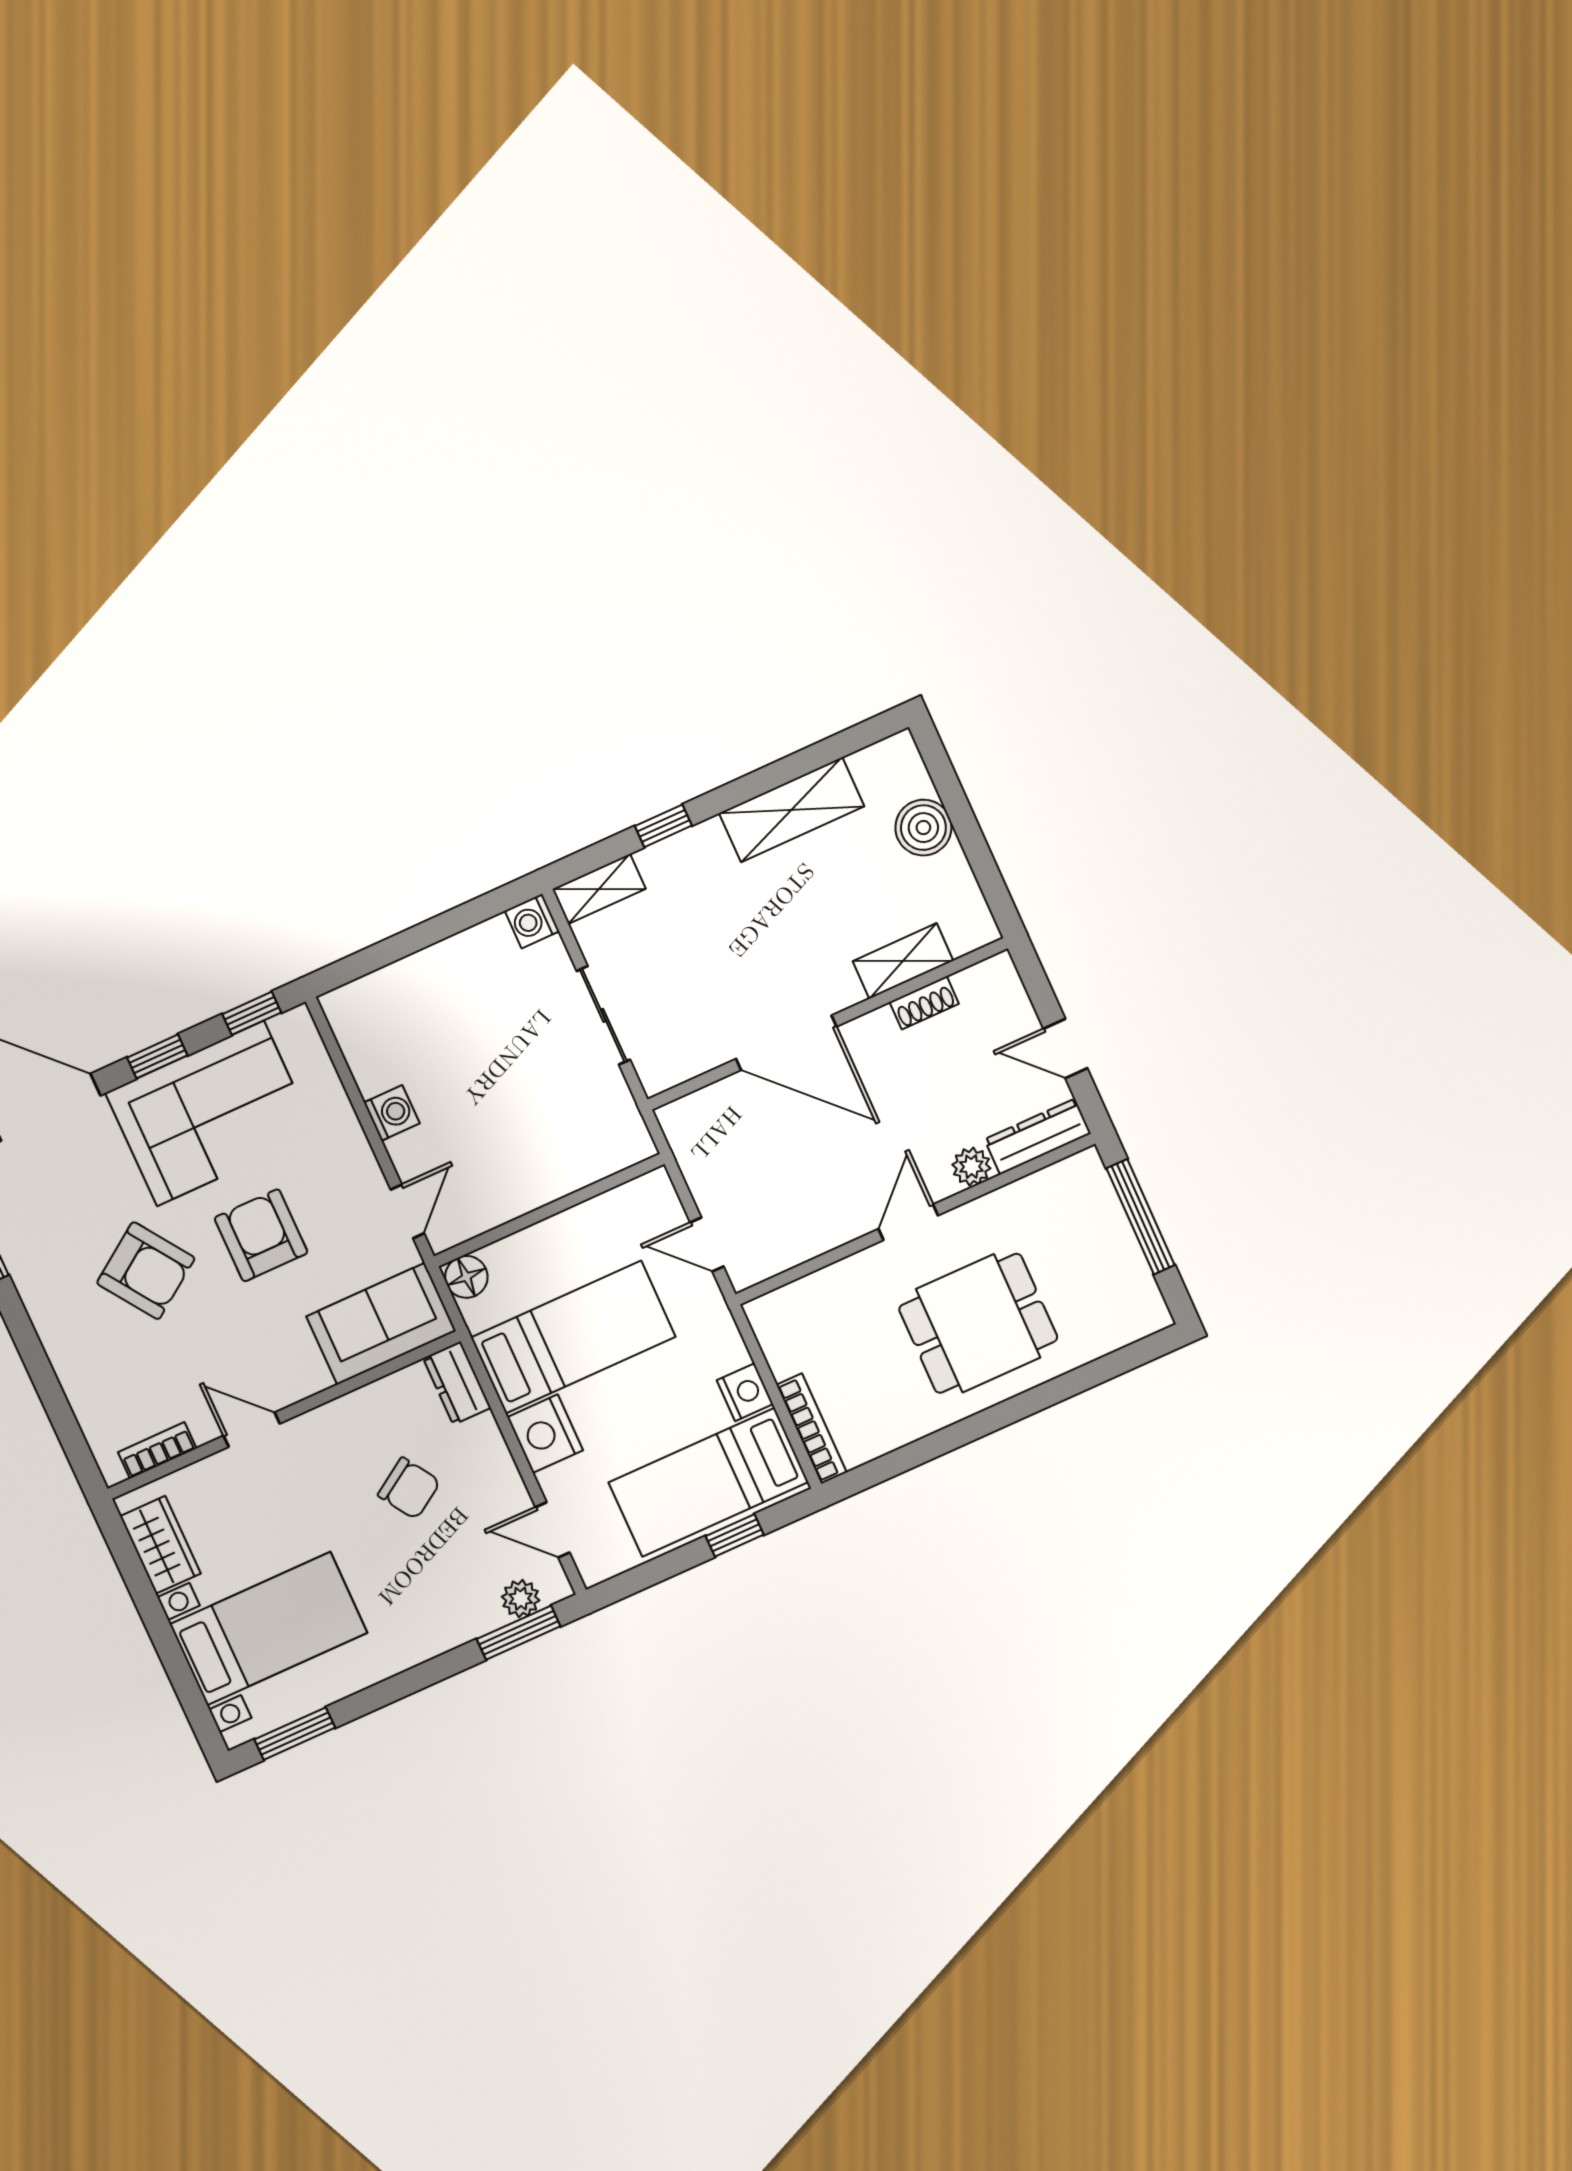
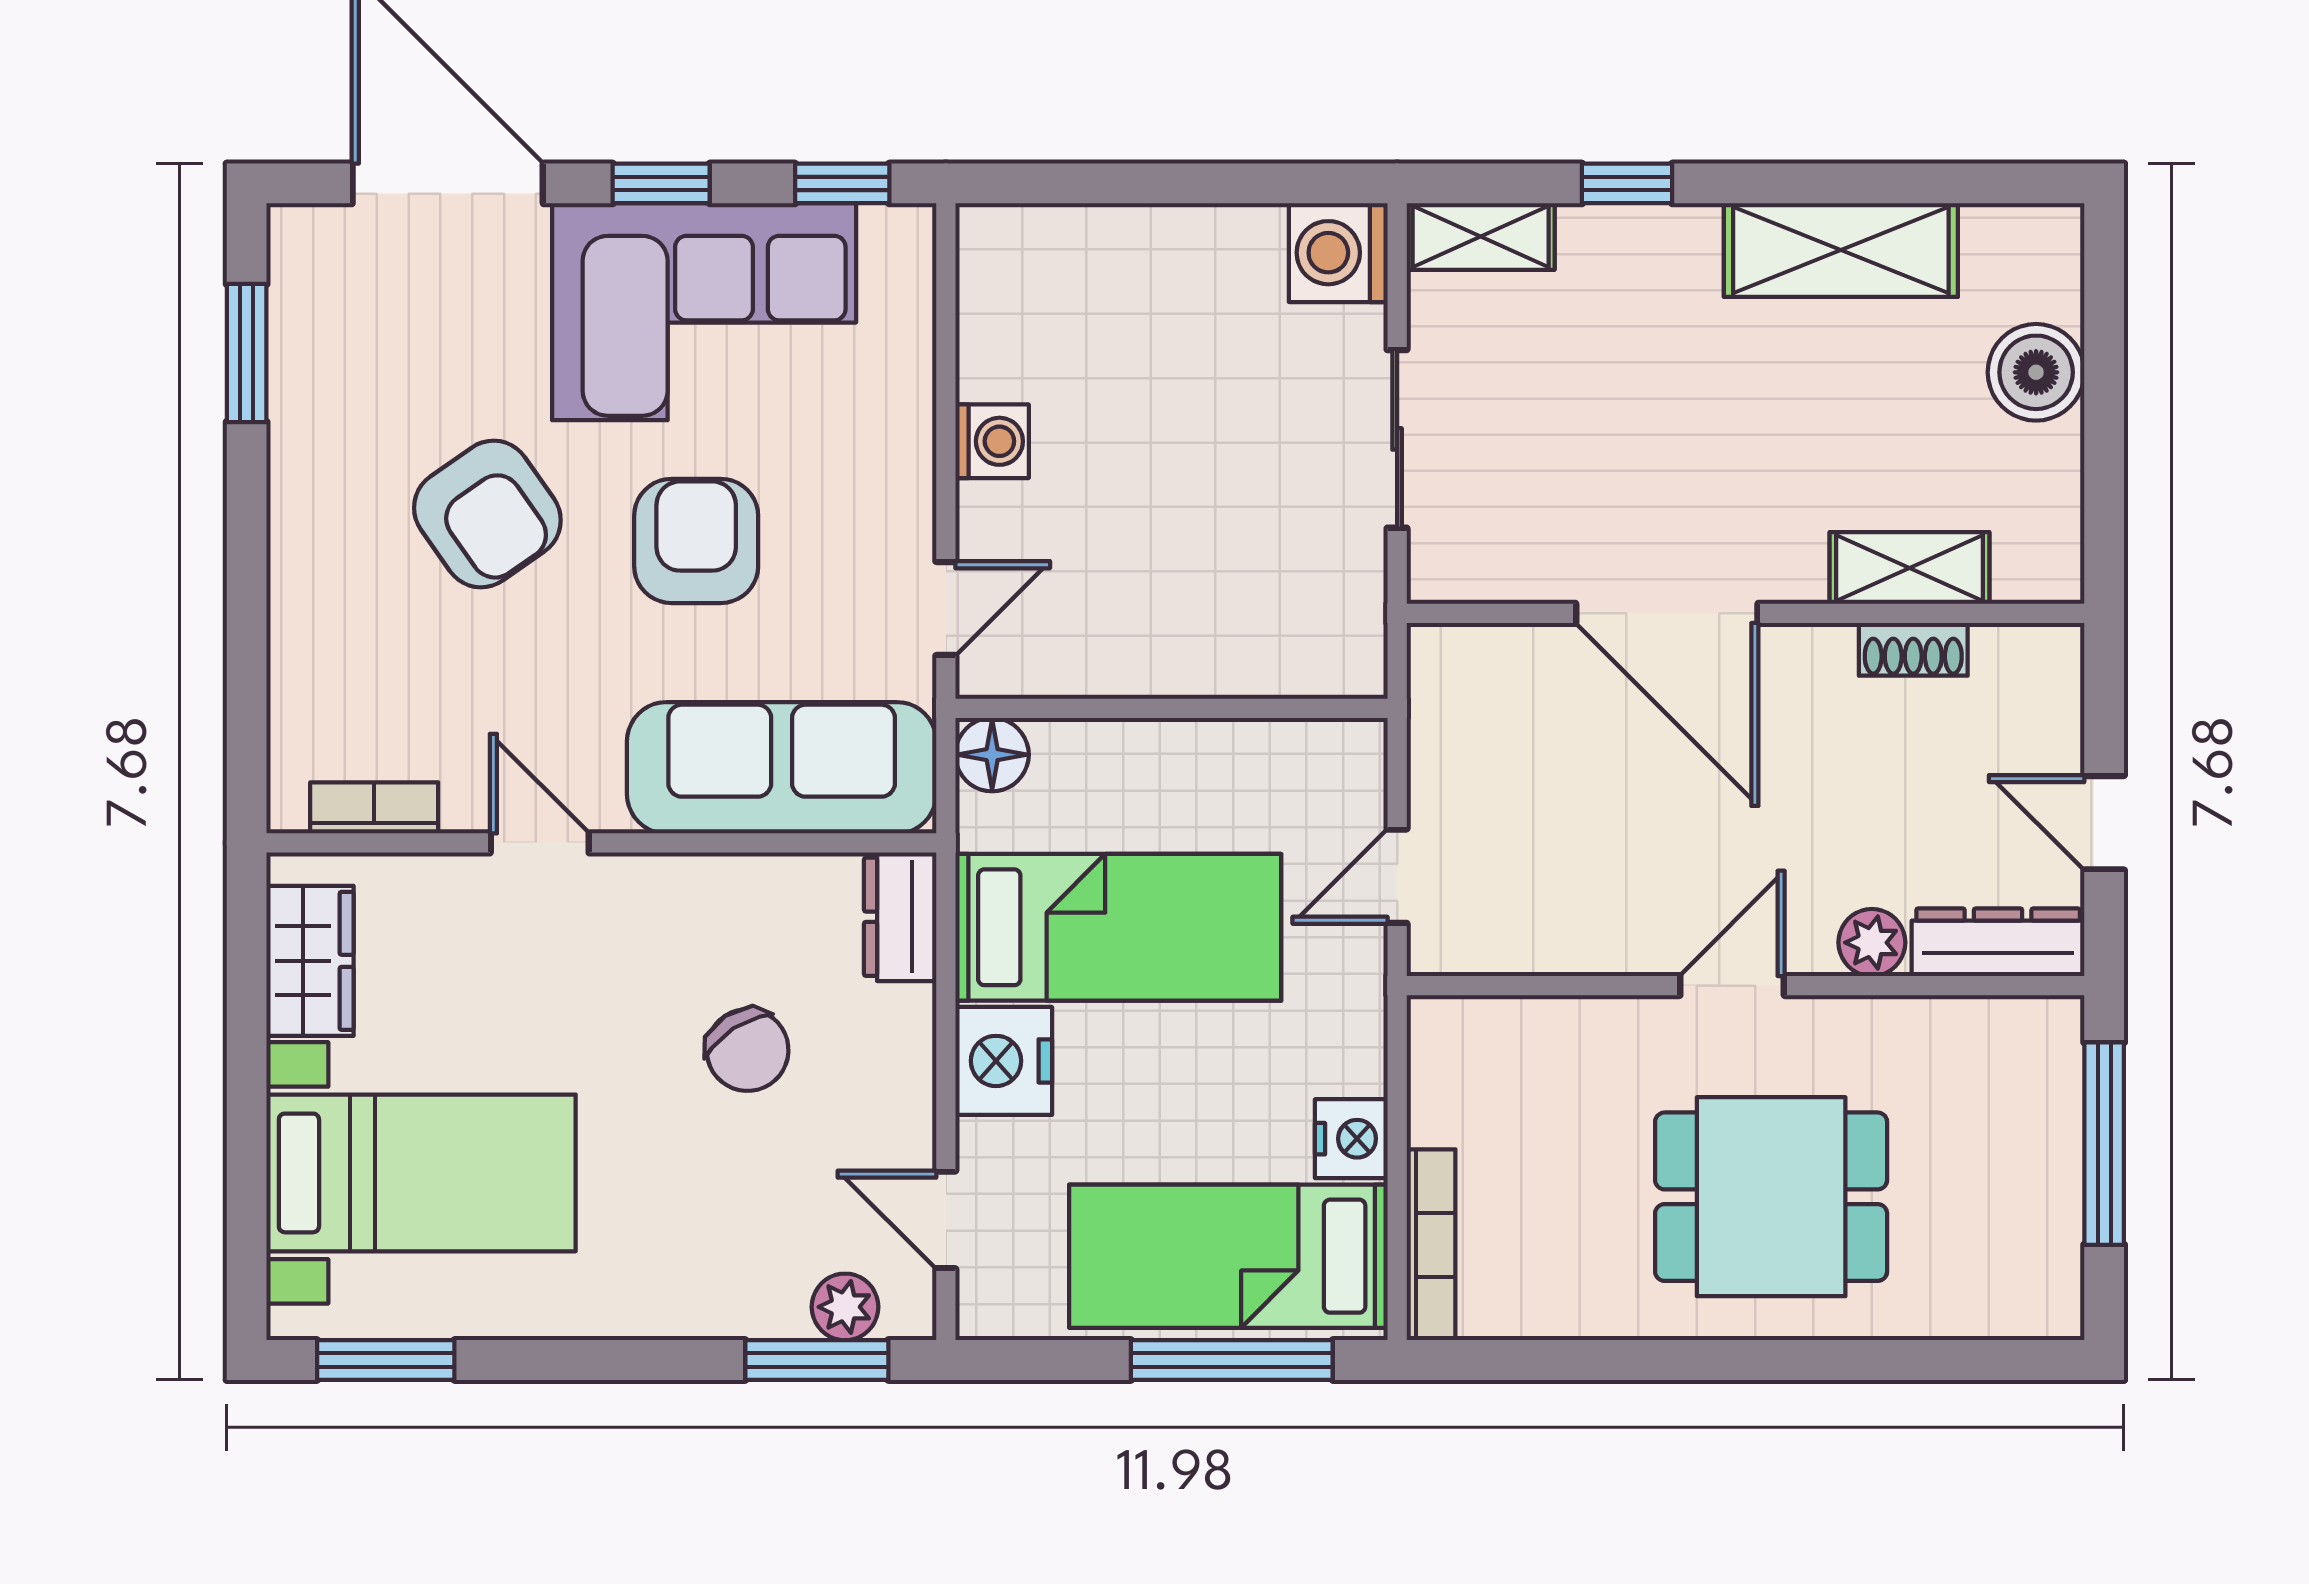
washing machine: (532, 921) -> (1338, 253), width x1.38, depth x1.38
door: (707, 1244) -> (1397, 876), hinge flipped
sofa: (381, 1324) -> (782, 768), width x1.36
window: (735, 1535) -> (1232, 1360), width x2.17

